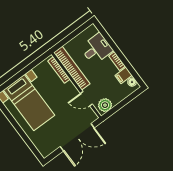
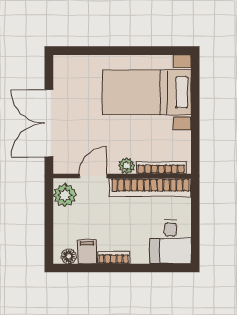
desk: (97, 49) -> (170, 242), moved
plant: (70, 87) -> (127, 166), added

